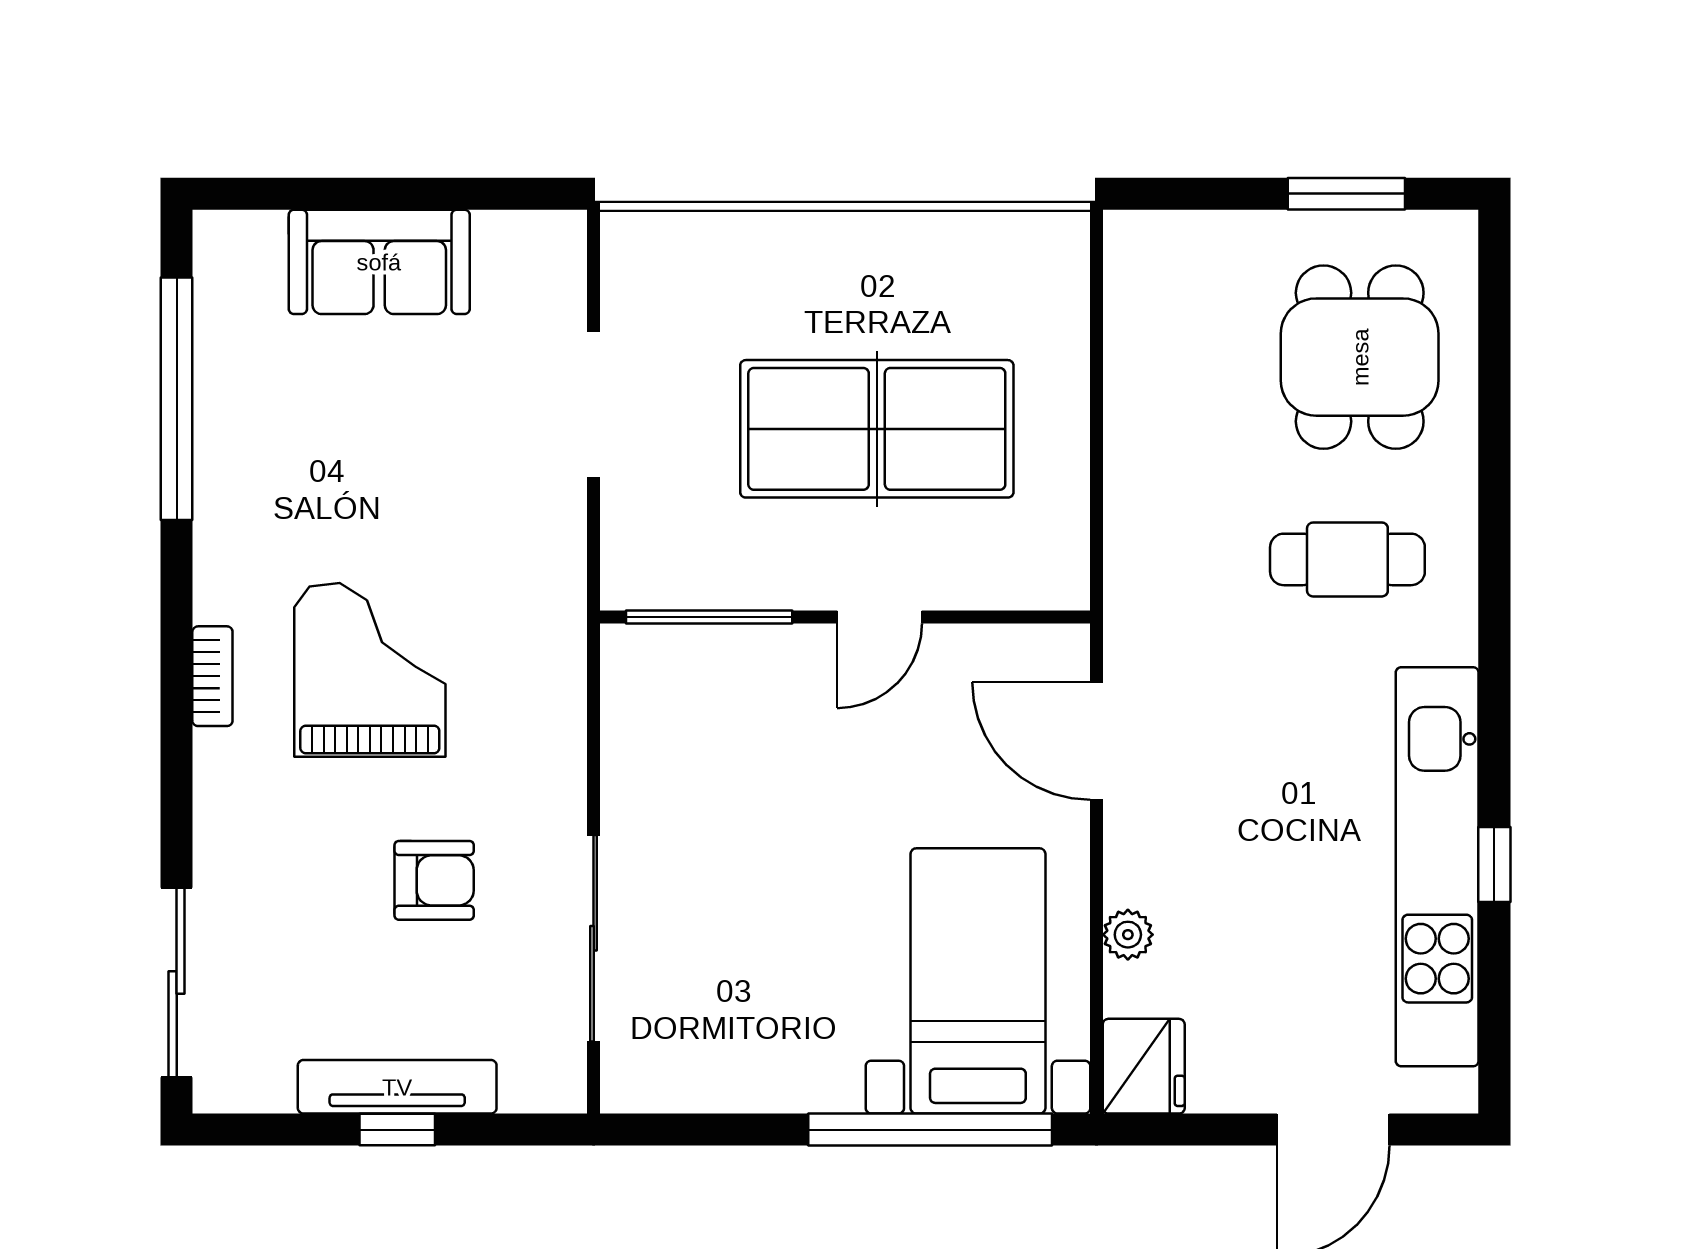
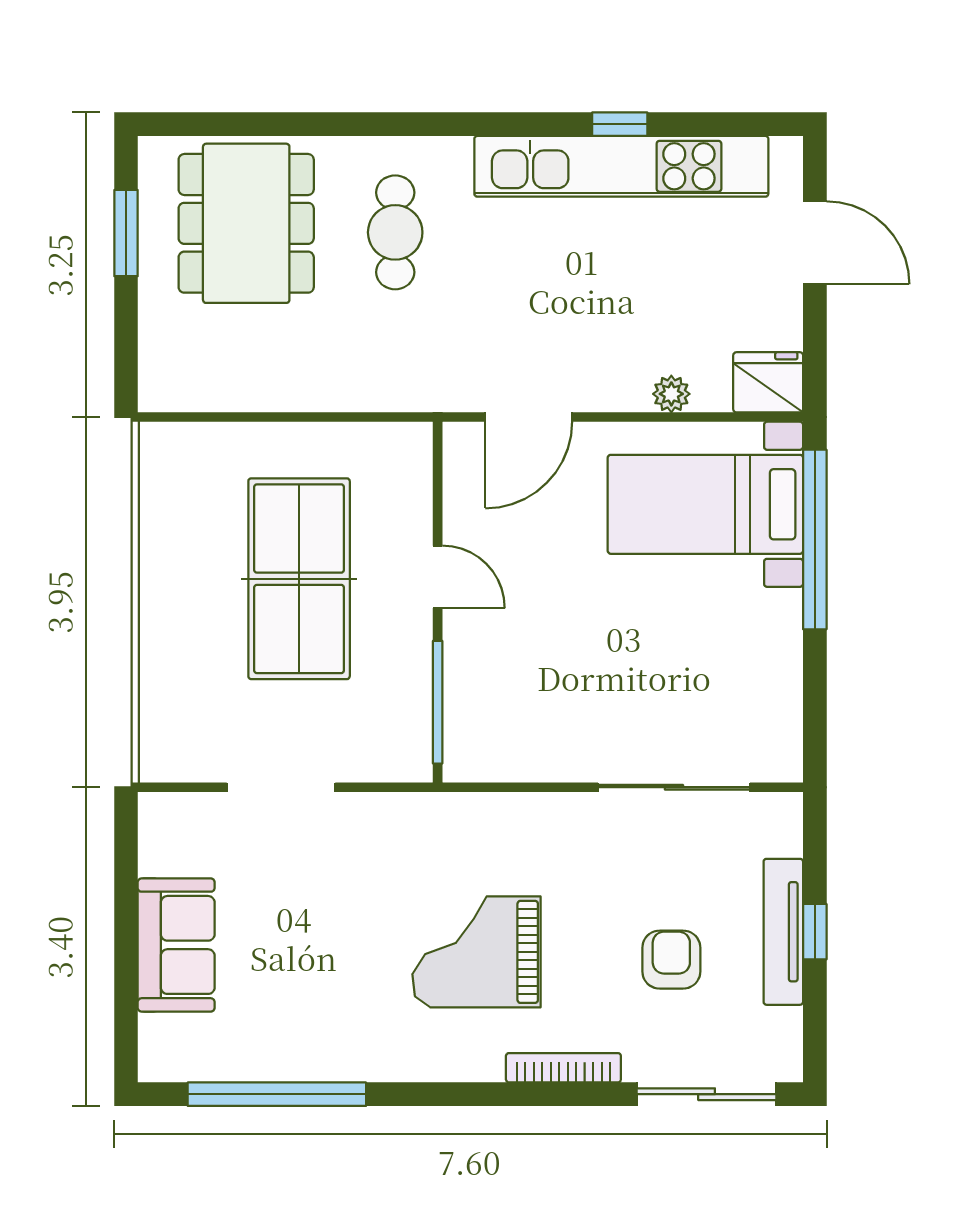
dining table: (1360, 357) -> (246, 223), width x1.38
bookcase: (212, 676) -> (563, 1068), moved, width x1.56
armchair: (434, 880) -> (671, 960), moved

